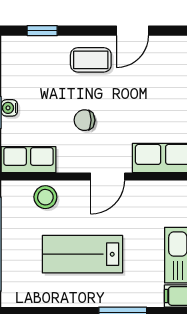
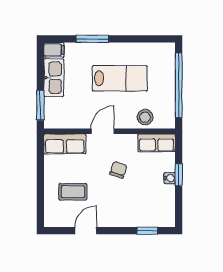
coffee table: (91, 60) -> (73, 192), moved
chair: (85, 120) -> (118, 170), turned -72

